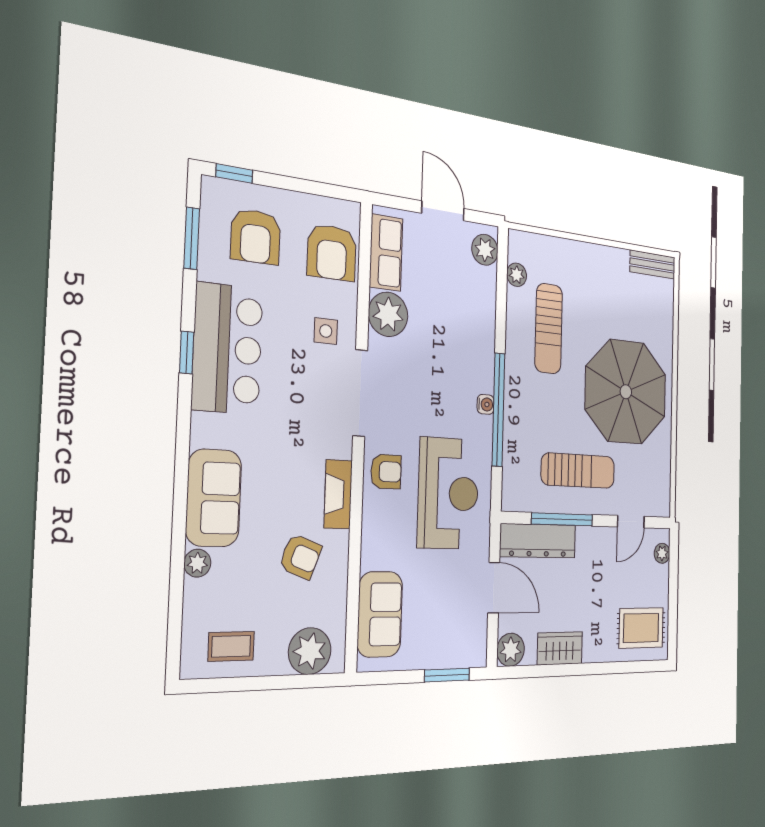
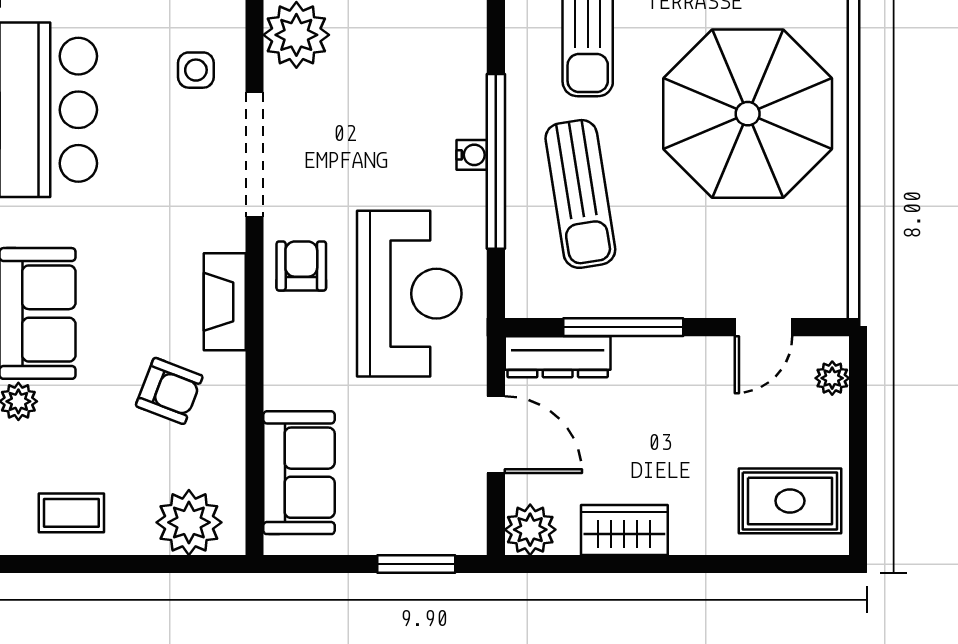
sun lounger: (578, 471) -> (580, 194), moved, turned 81
armchair: (386, 472) -> (301, 266), turned -90
dresser: (538, 541) -> (558, 357), width x0.73, depth x0.80

